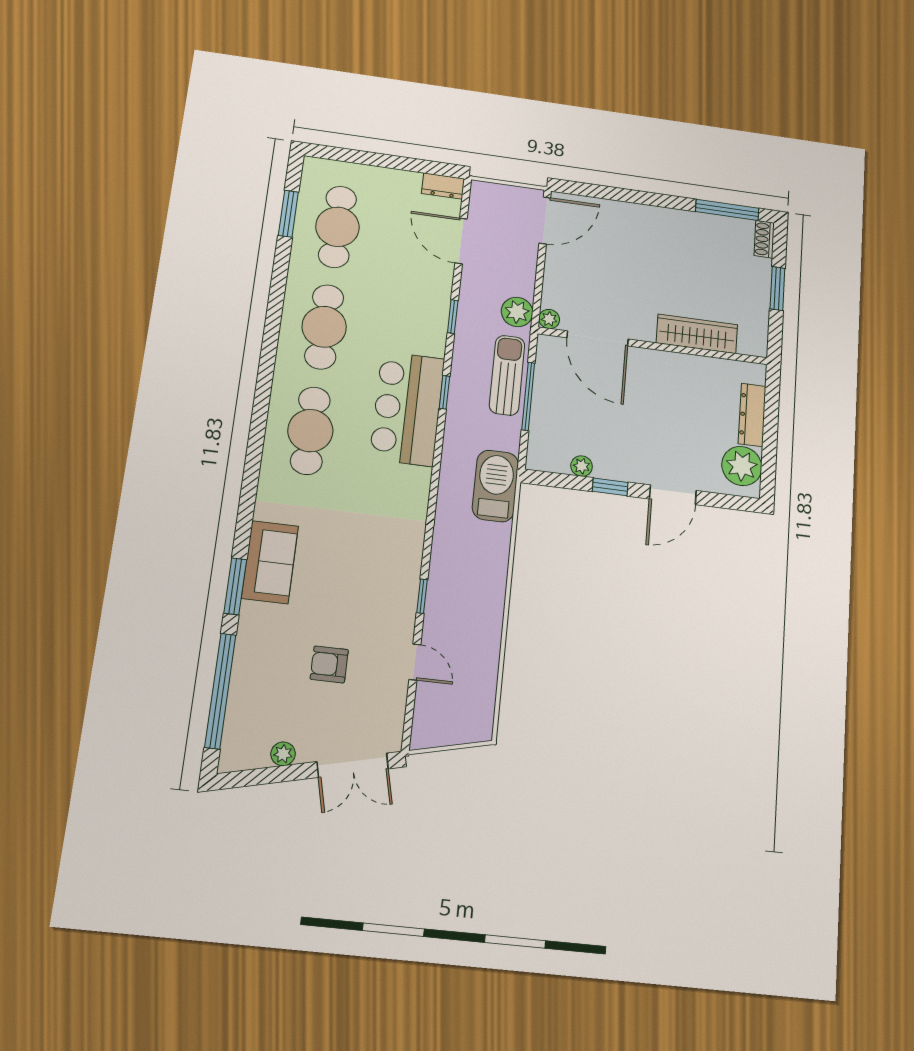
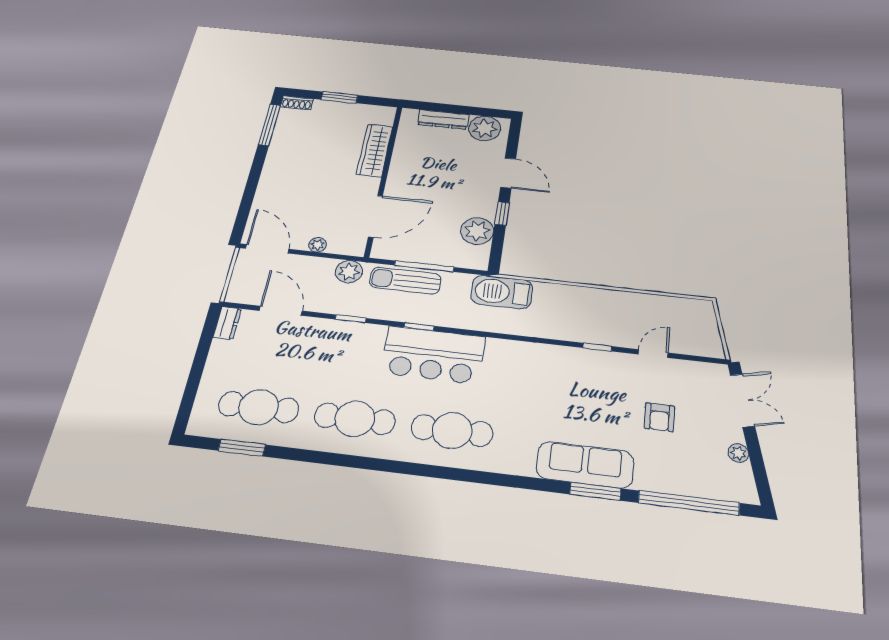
door: (461, 241) -> (281, 311), swing flipped
plant: (549, 319) -> (318, 245), moved
plant: (582, 466) -> (477, 231), width x1.87, depth x1.87
sofa: (270, 562) -> (585, 465), width x1.36

